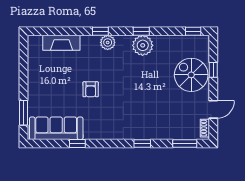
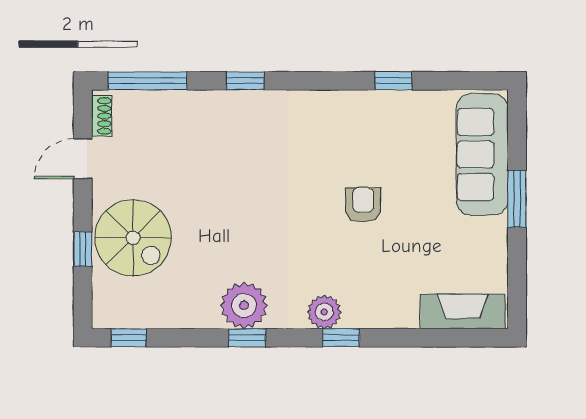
fireplace: (61, 43) -> (463, 312), moved
window: (23, 113) -> (517, 199), moved
sofa: (56, 128) -> (482, 154), moved, turned 90
window: (185, 143) -> (148, 81), width x1.44

